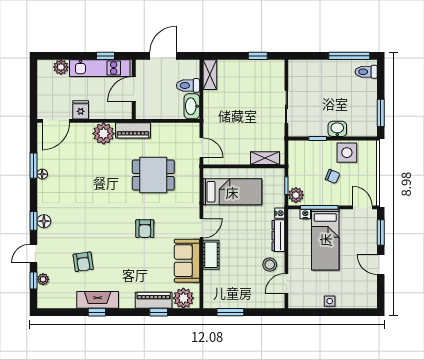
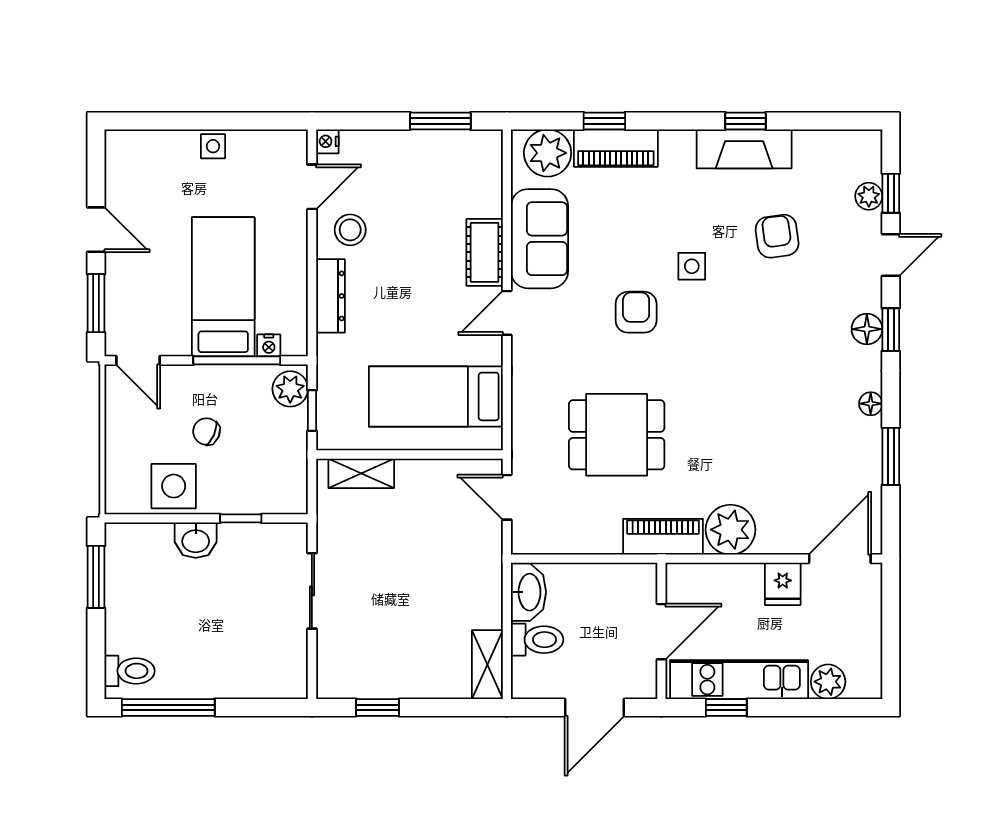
floor lamp: (42, 174) -> (871, 404), moved
nightstand: (280, 213) -> (327, 141), moved
side table: (120, 249) -> (692, 266), added

